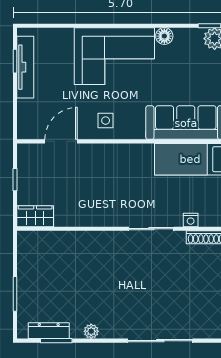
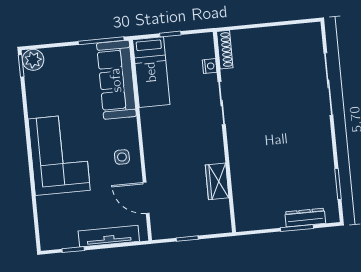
floor lamp: (164, 36) -> (35, 108), removed
tv unit: (25, 67) -> (109, 236), moved
wardrobe: (35, 216) -> (217, 181), moved
dresser: (49, 331) -> (305, 218), moved, turned 90
plant: (91, 331) -> (326, 151), removed

